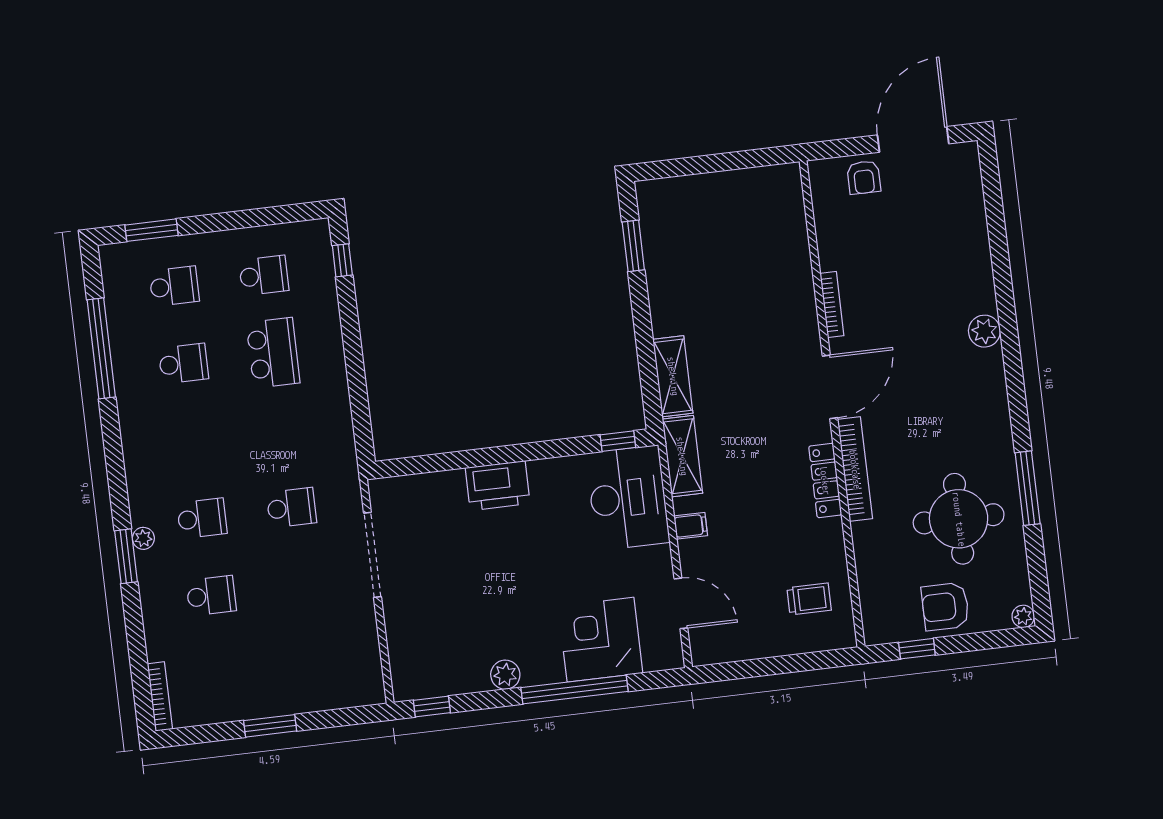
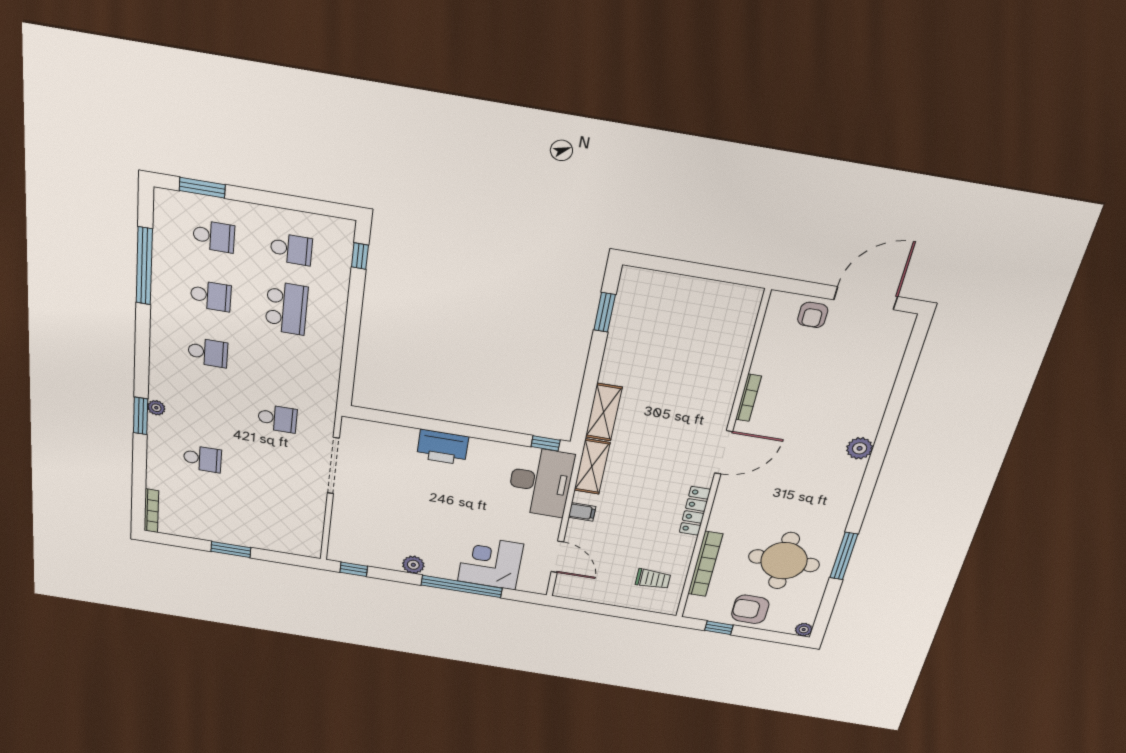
bookcase: (855, 469) -> (705, 564), moved
school desk: (202, 518) -> (208, 353), moved

